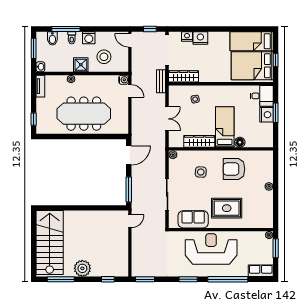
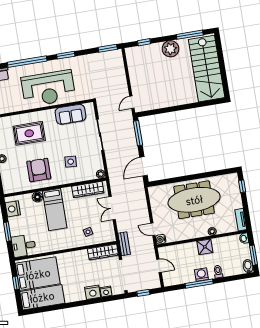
window: (66, 29) -> (199, 284), moved
bidet: (52, 38) -> (248, 266), moved
door: (130, 40) -> (159, 266), moved
stool: (104, 57) -> (184, 258), removed
nightstand: (266, 115) -> (13, 209), moved
wardrobe: (199, 141) -> (88, 190), moved
armchair: (234, 169) -> (39, 170), turned -90
rug: (227, 208) -> (29, 133), moved

